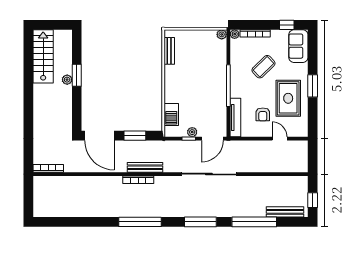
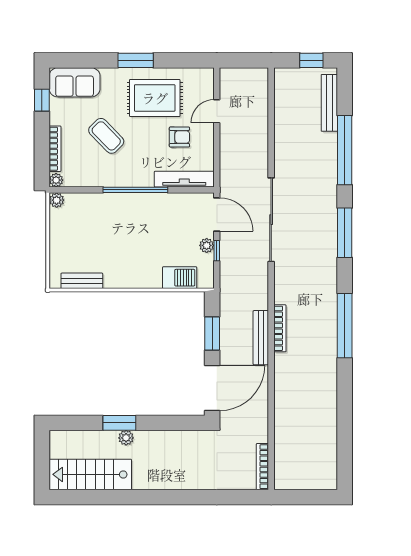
bench: (145, 167) -> (261, 338), moved

